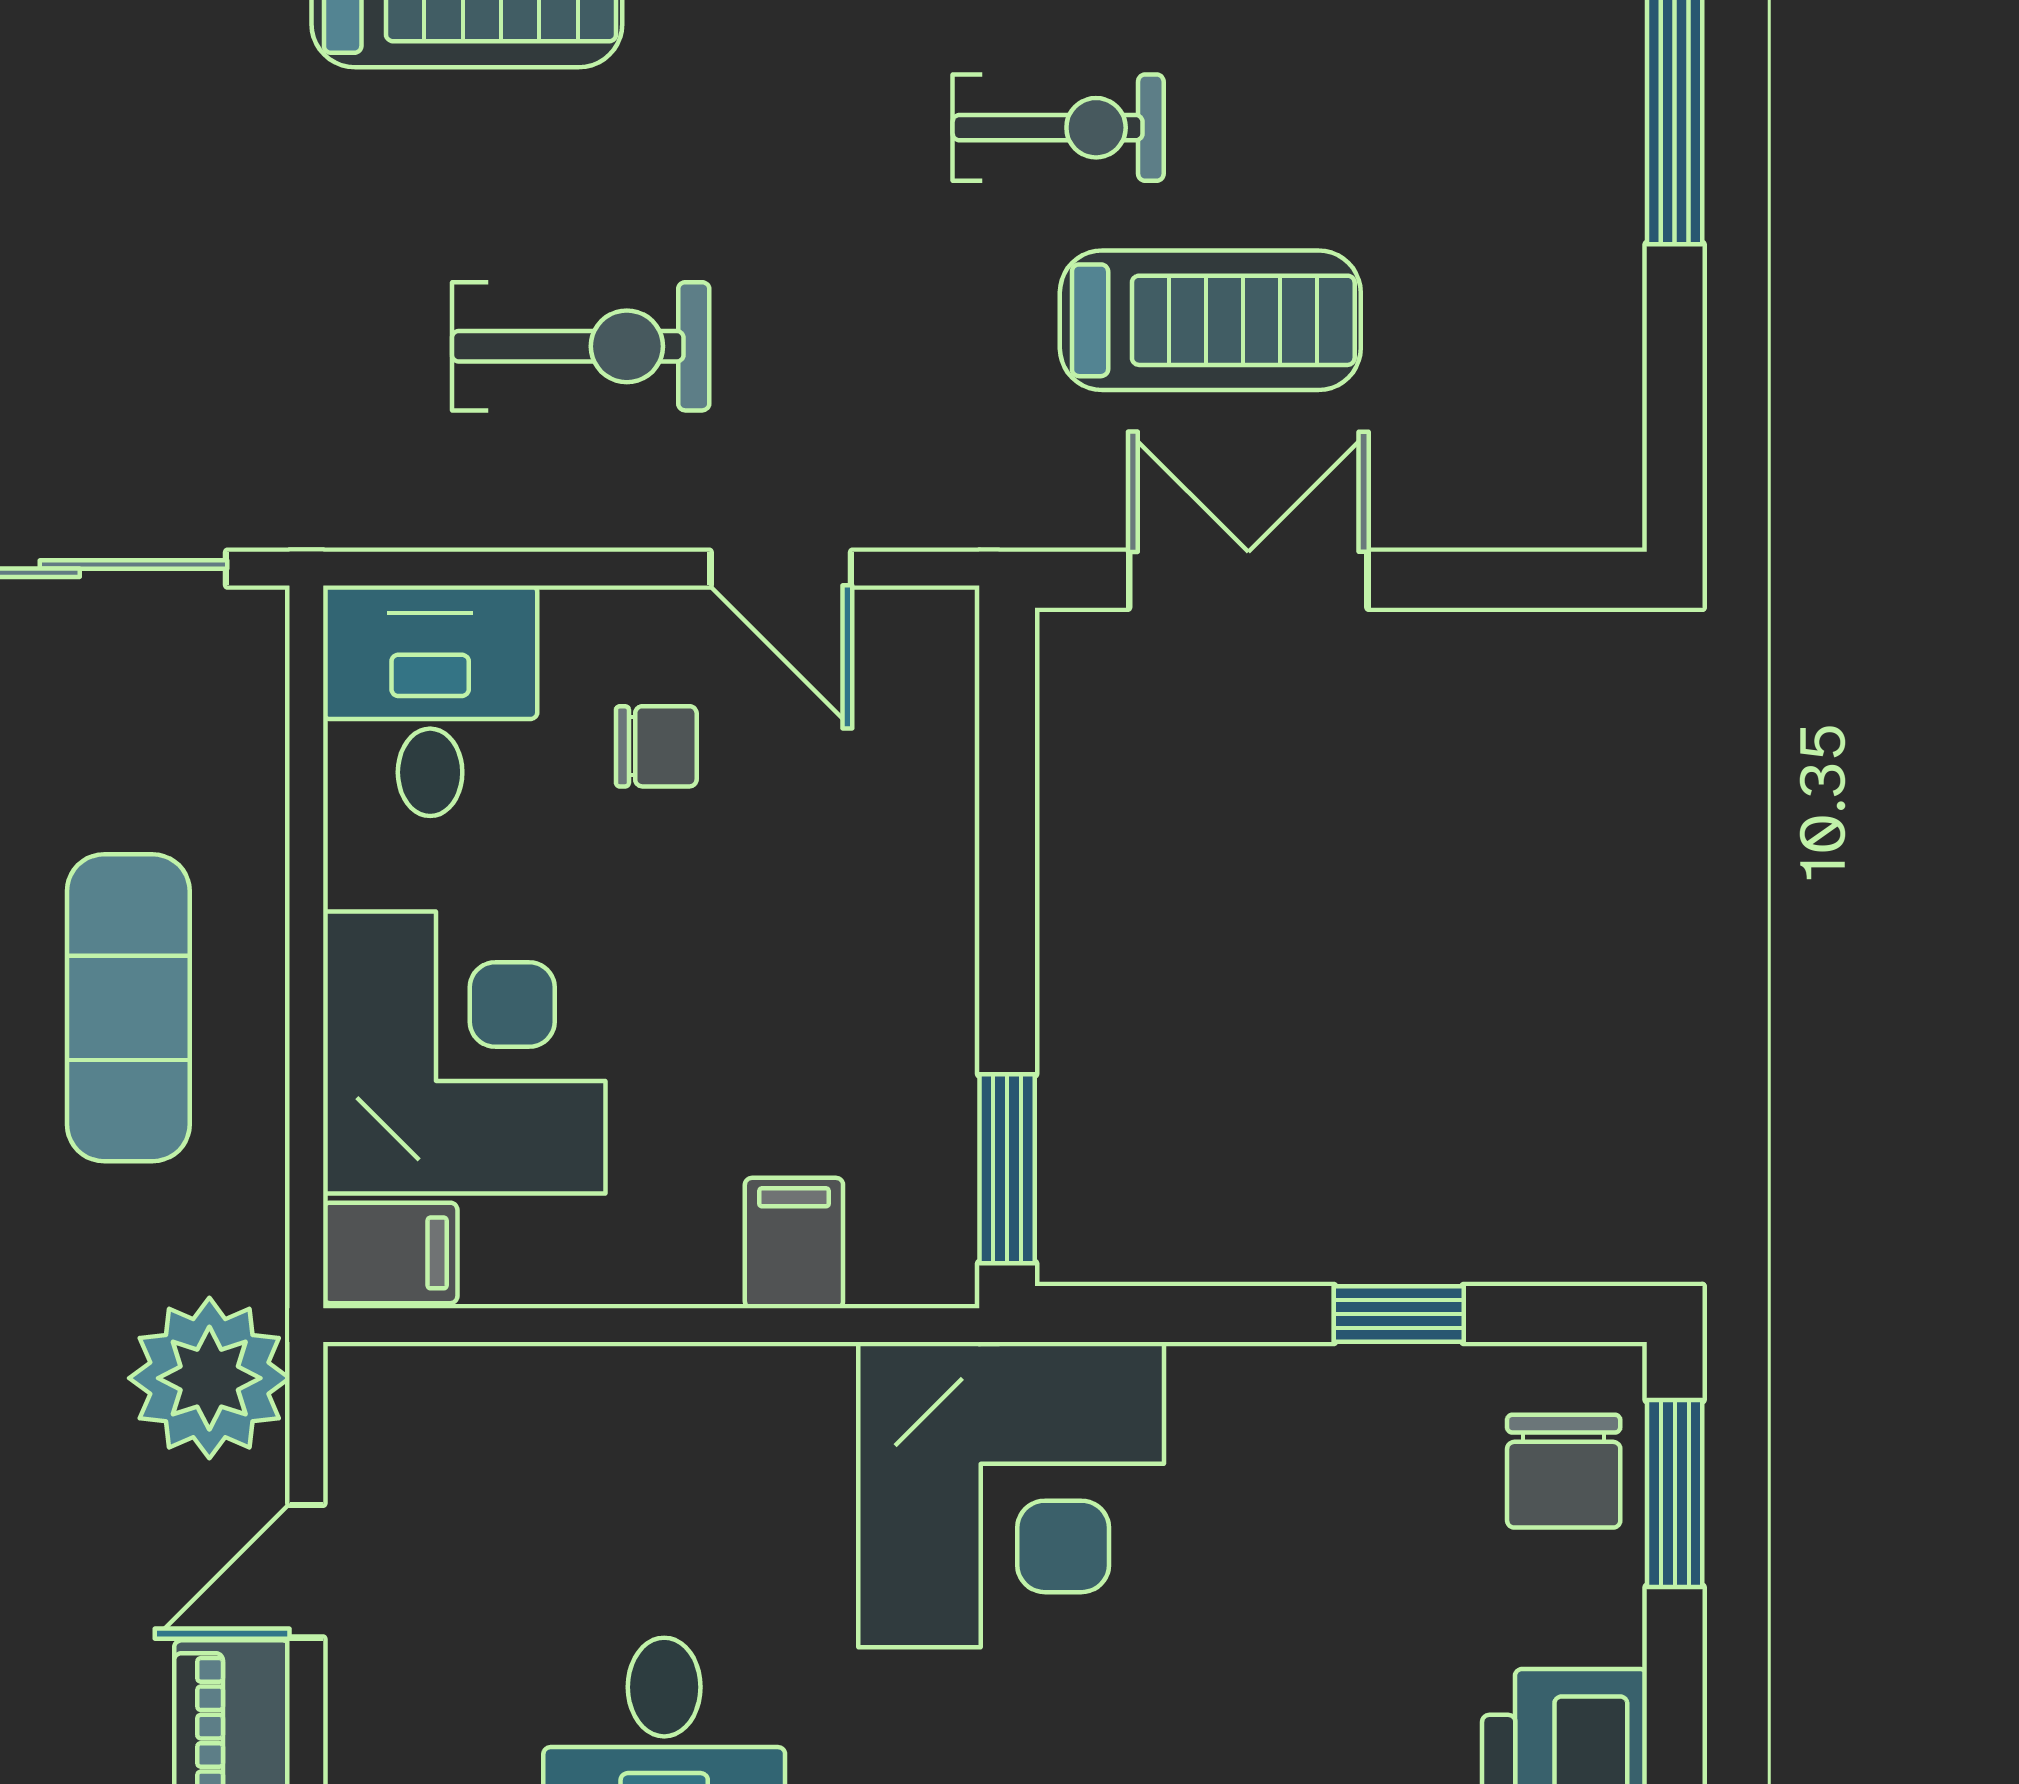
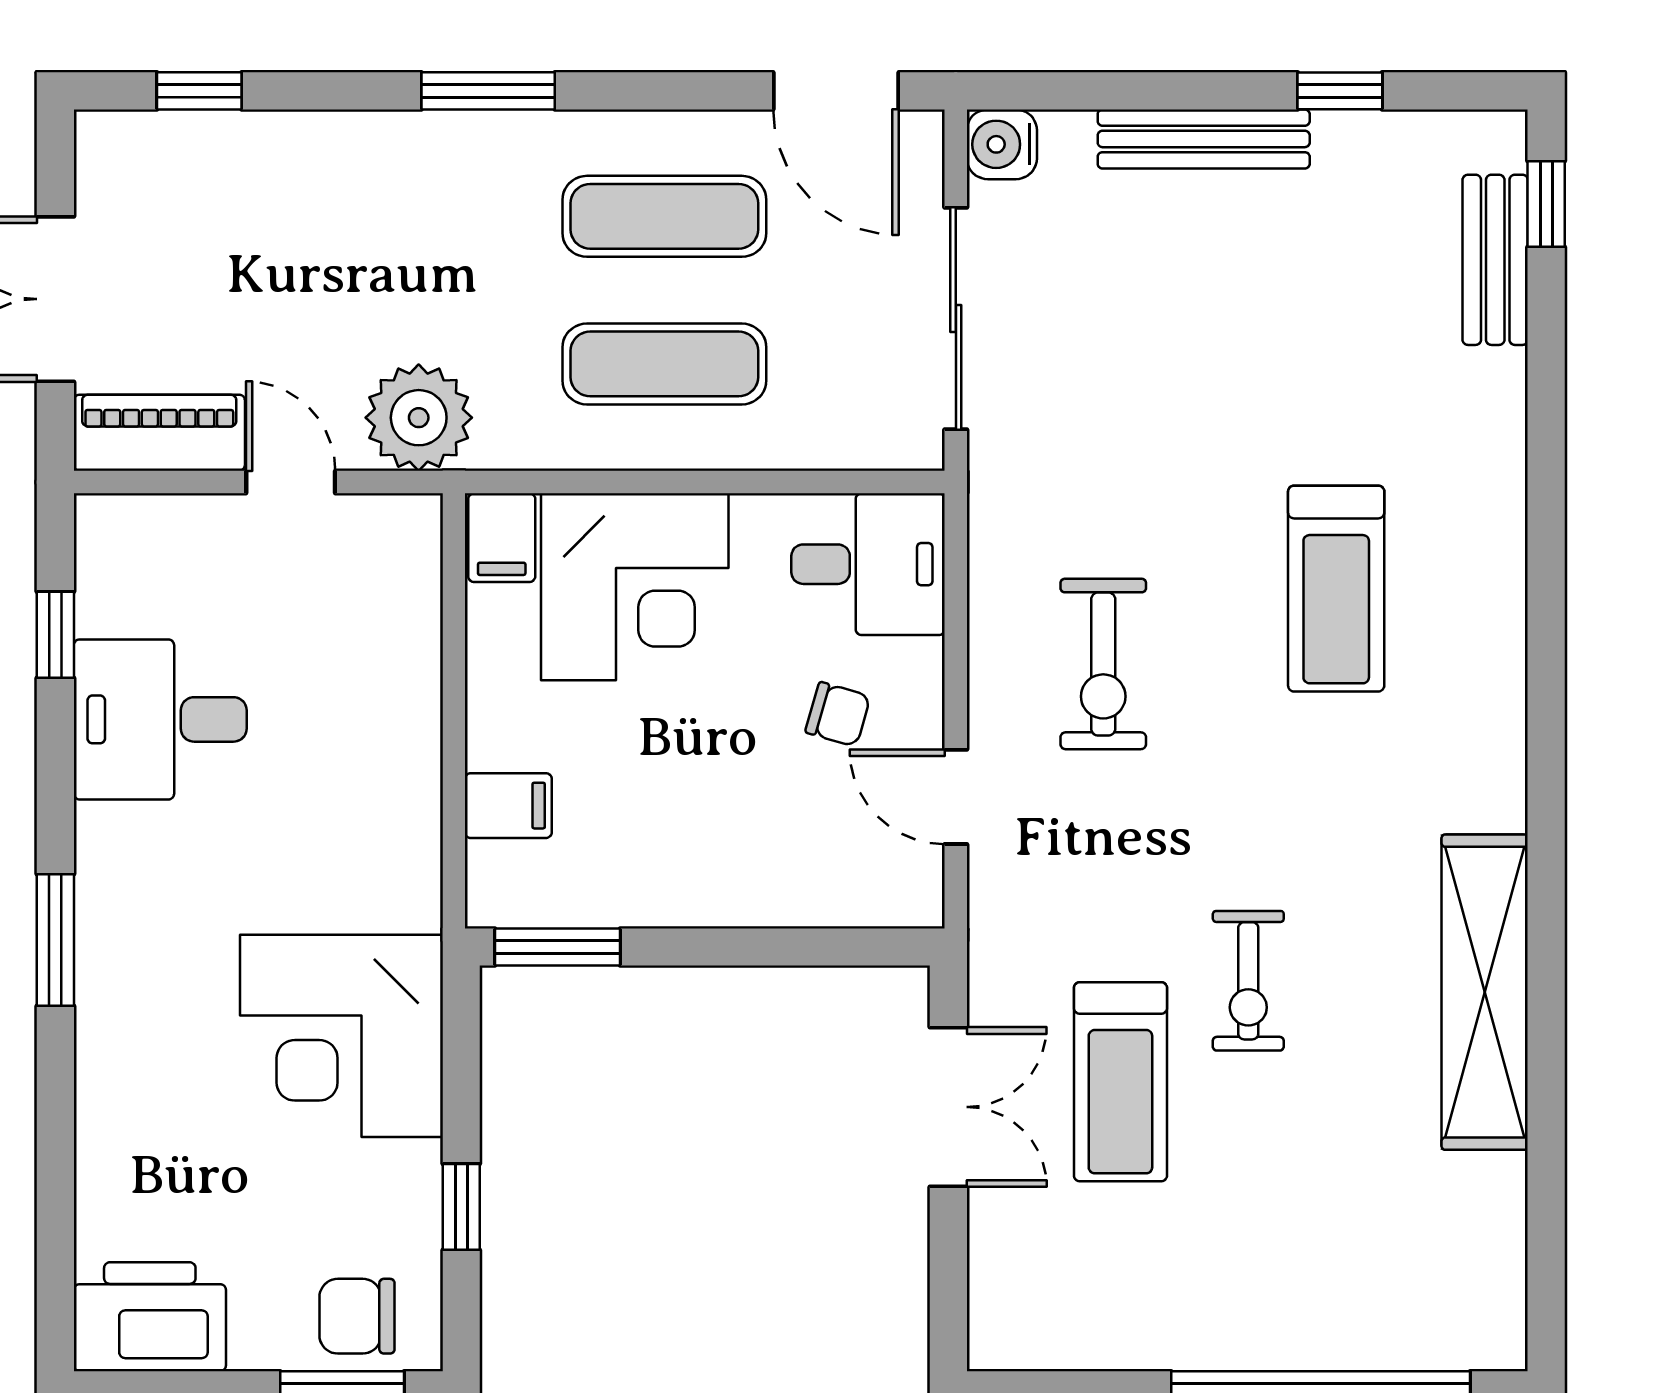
door: (781, 569) -> (956, 797), hinge flipped
chair: (656, 746) -> (838, 714), turned -74
corner desk: (1011, 1495) -> (341, 1036), moved

